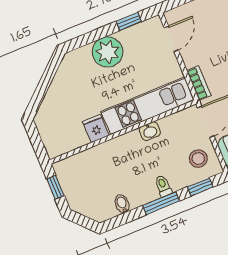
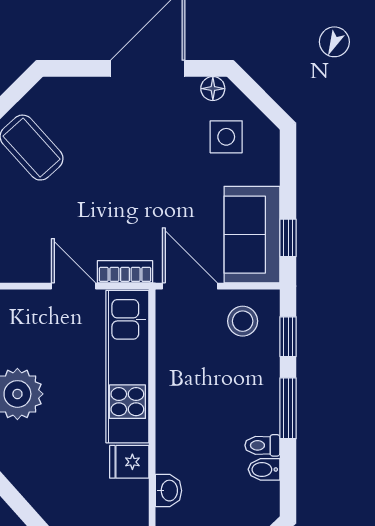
door: (171, 39) -> (74, 286), moved
washbasin: (150, 131) -> (169, 491), moved
toilet: (163, 186) -> (262, 445), moved

